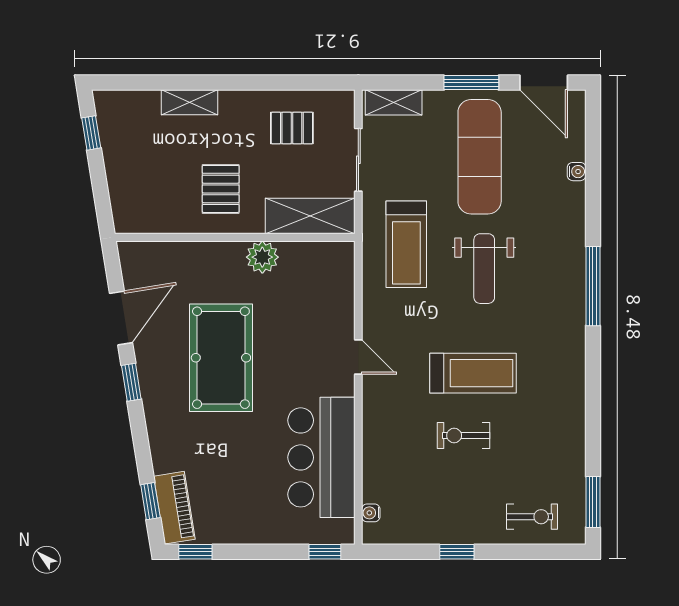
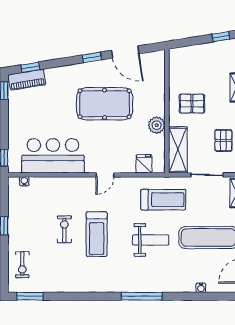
treadmill: (406, 244) -> (163, 200), turned 180
weight bench: (484, 269) -> (151, 240), turned 180
fridge: (337, 282) -> (144, 164), added

